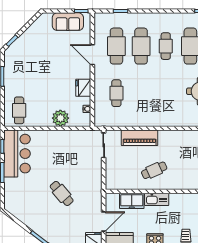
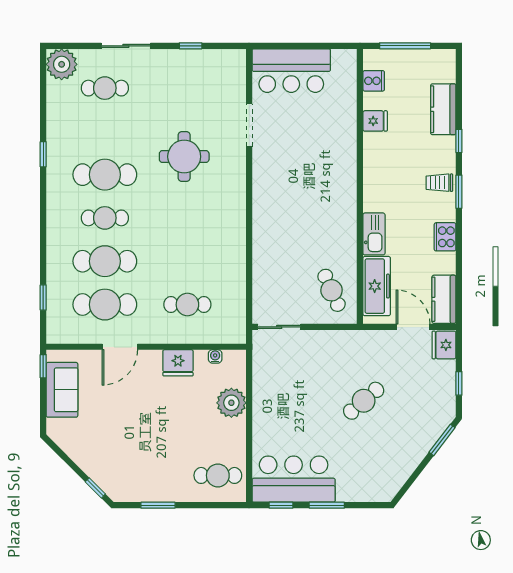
piano: (140, 138) -> (266, 264), removed
cafe table: (154, 170) -> (332, 290), moved
freezer: (132, 201) -> (377, 286), width x1.40

